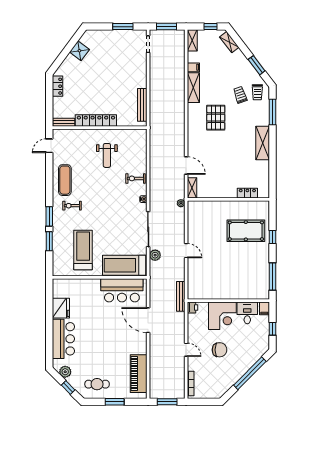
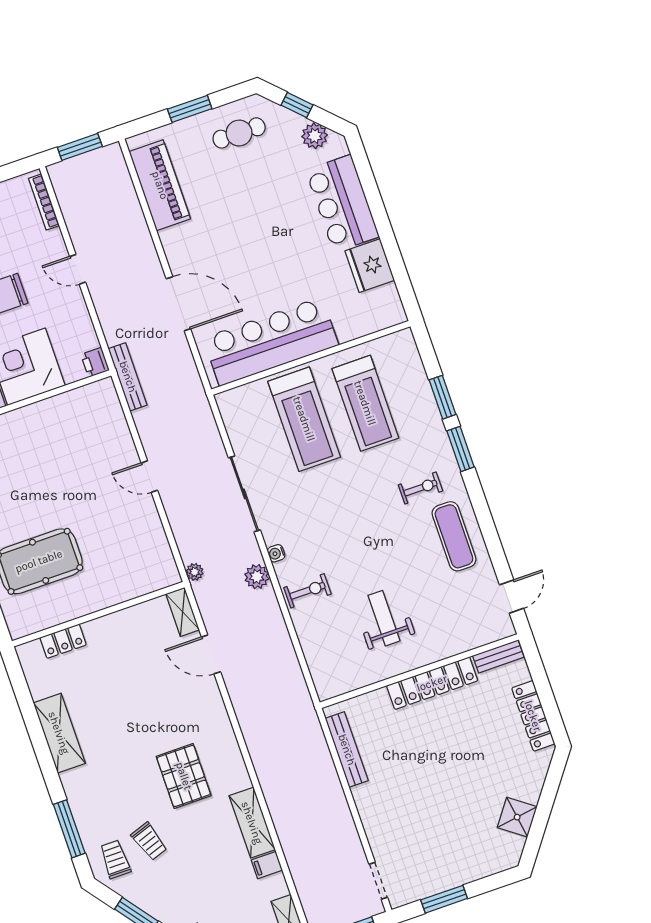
locker: (58, 86) -> (533, 716), width x1.53
shelving: (263, 143) -> (59, 733), moved
plant: (155, 255) -> (257, 577), moved
treadmill: (124, 265) -> (304, 419), moved, turned 90
bar counter: (122, 290) -> (271, 341), width x1.36

